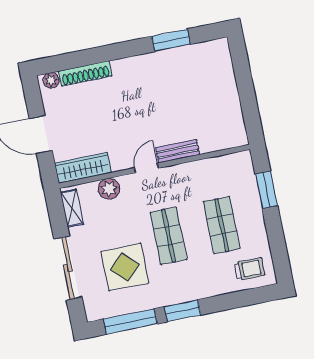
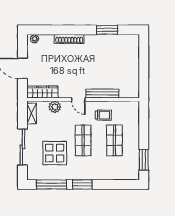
shoe rack: (85, 73) -> (69, 39), moved
bench: (178, 151) -> (102, 93), width x1.36
door: (146, 168) -> (78, 99), swing flipped
window: (266, 190) -> (144, 160), moved
trolley: (250, 269) -> (103, 115), moved

